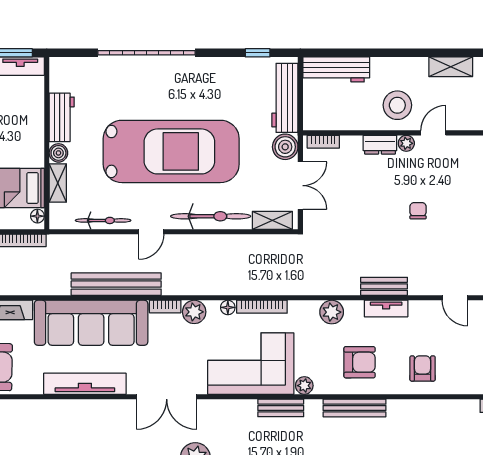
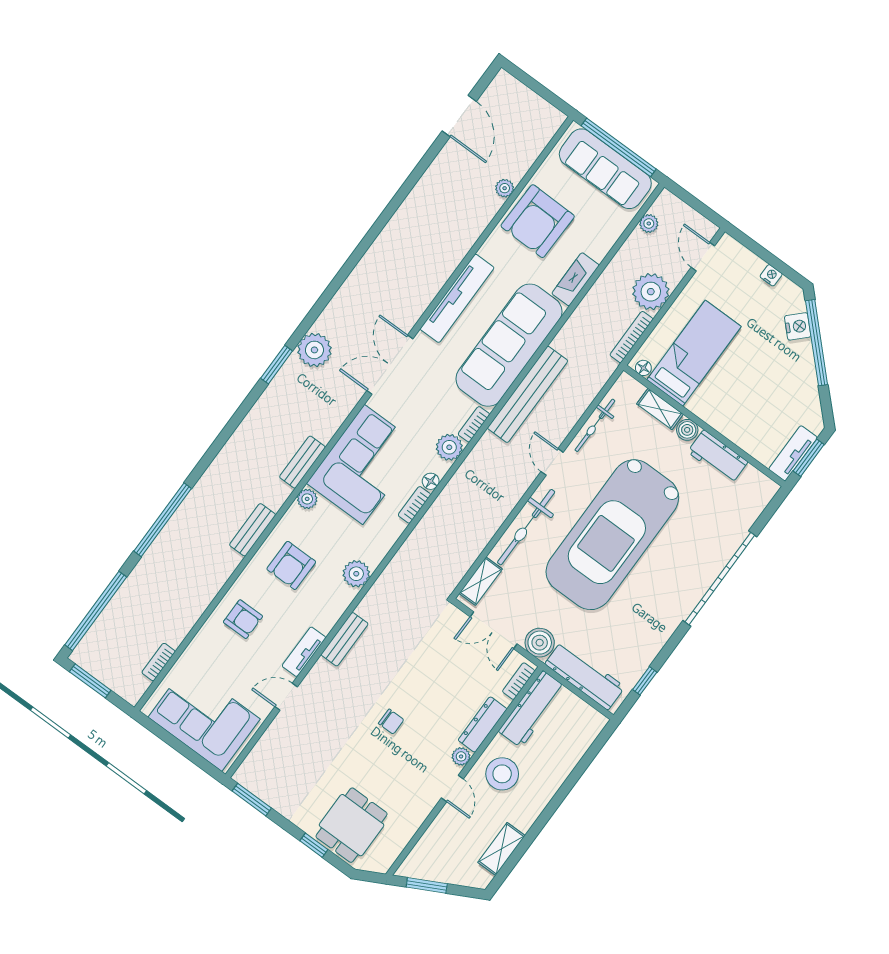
workbench: (336, 69) -> (532, 709), moved, turned 180
dresser: (380, 145) -> (483, 724), width x1.44
bookcase: (262, 307) -> (414, 505), width x0.64
tv unit: (386, 309) -> (304, 652), moved
bench: (354, 408) -> (253, 530), width x0.73

